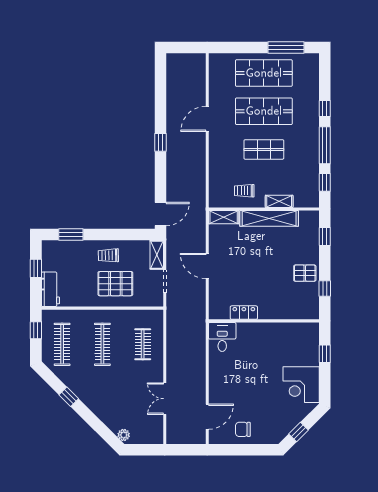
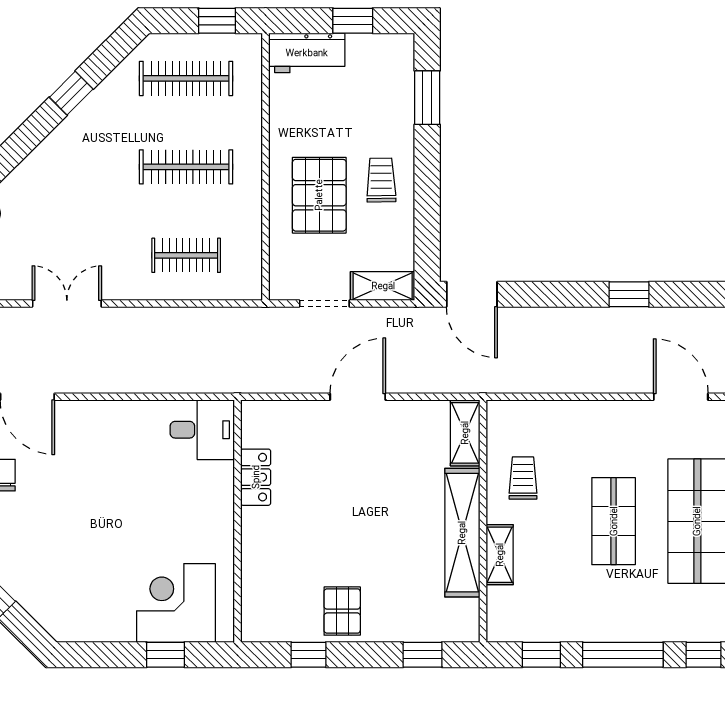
corner desk: (301, 385) -> (176, 603), moved

